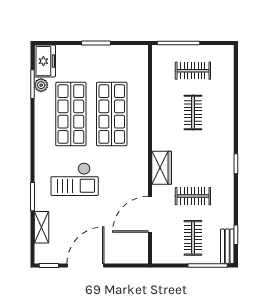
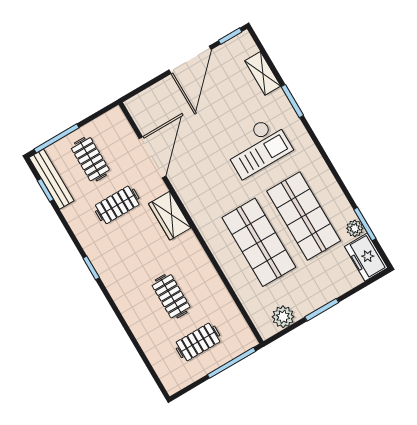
plant: (125, 54) -> (283, 317), added
checkout: (75, 179) -> (257, 147), turned 180
bench: (227, 246) -> (52, 179), width x1.36

